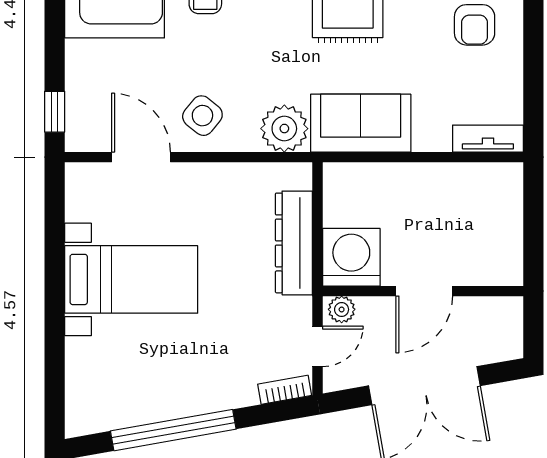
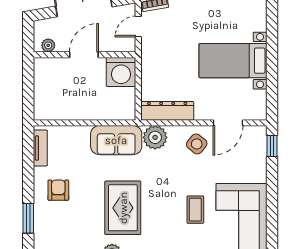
tv unit: (488, 139) -> (40, 148), moved, turned -90
door: (141, 157) -> (228, 123), hinge flipped
dresser: (294, 243) -> (167, 111), moved, turned -90
plant: (342, 309) -> (48, 45), moved

